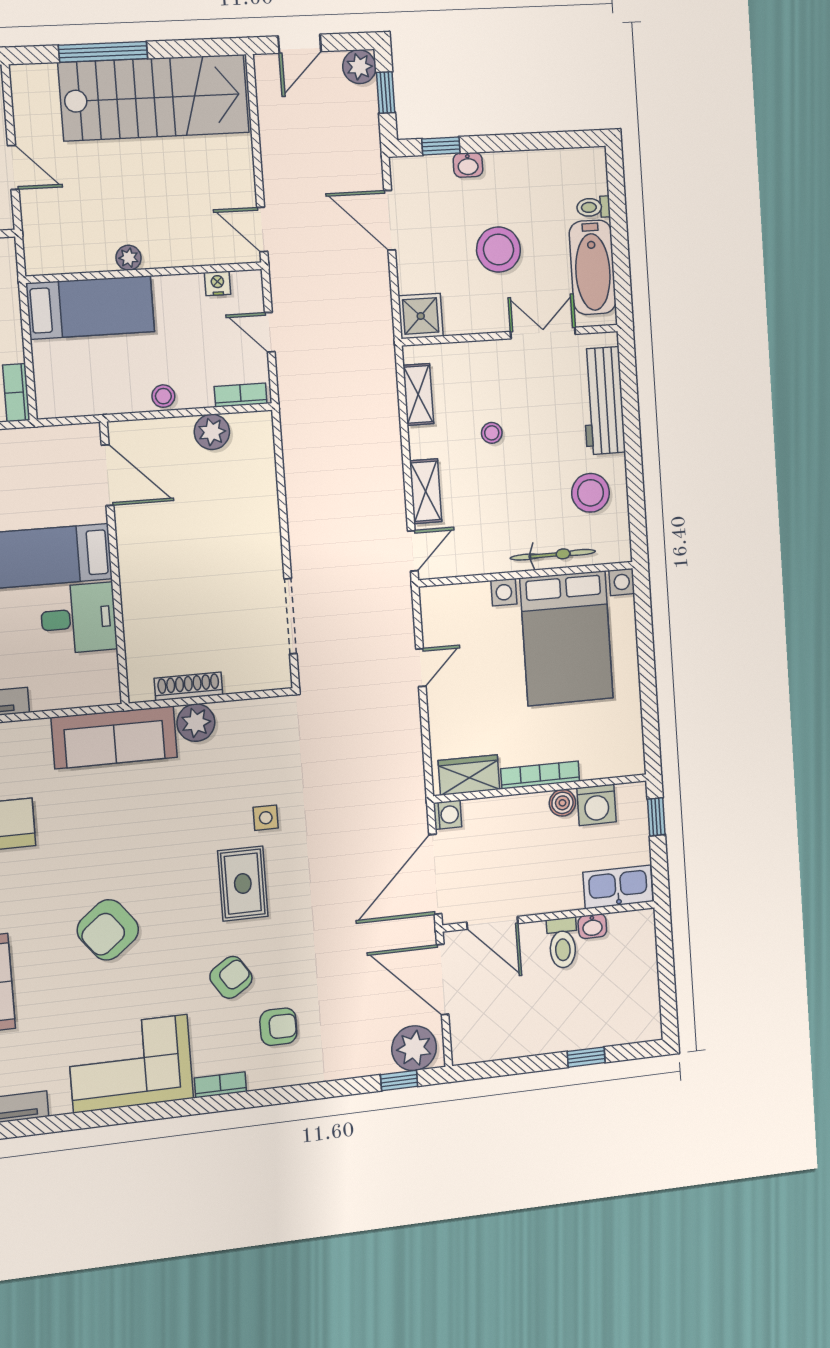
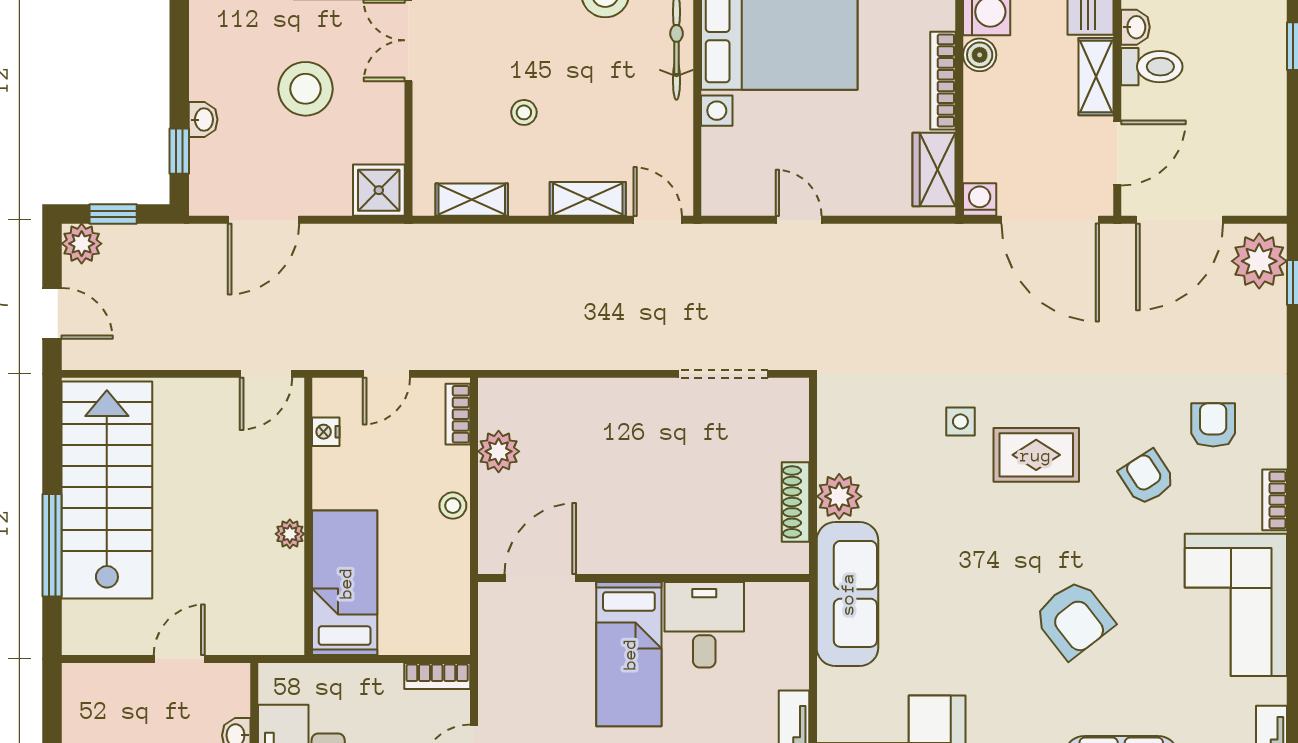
shelving: (552, 899) -> (1096, 77), added

